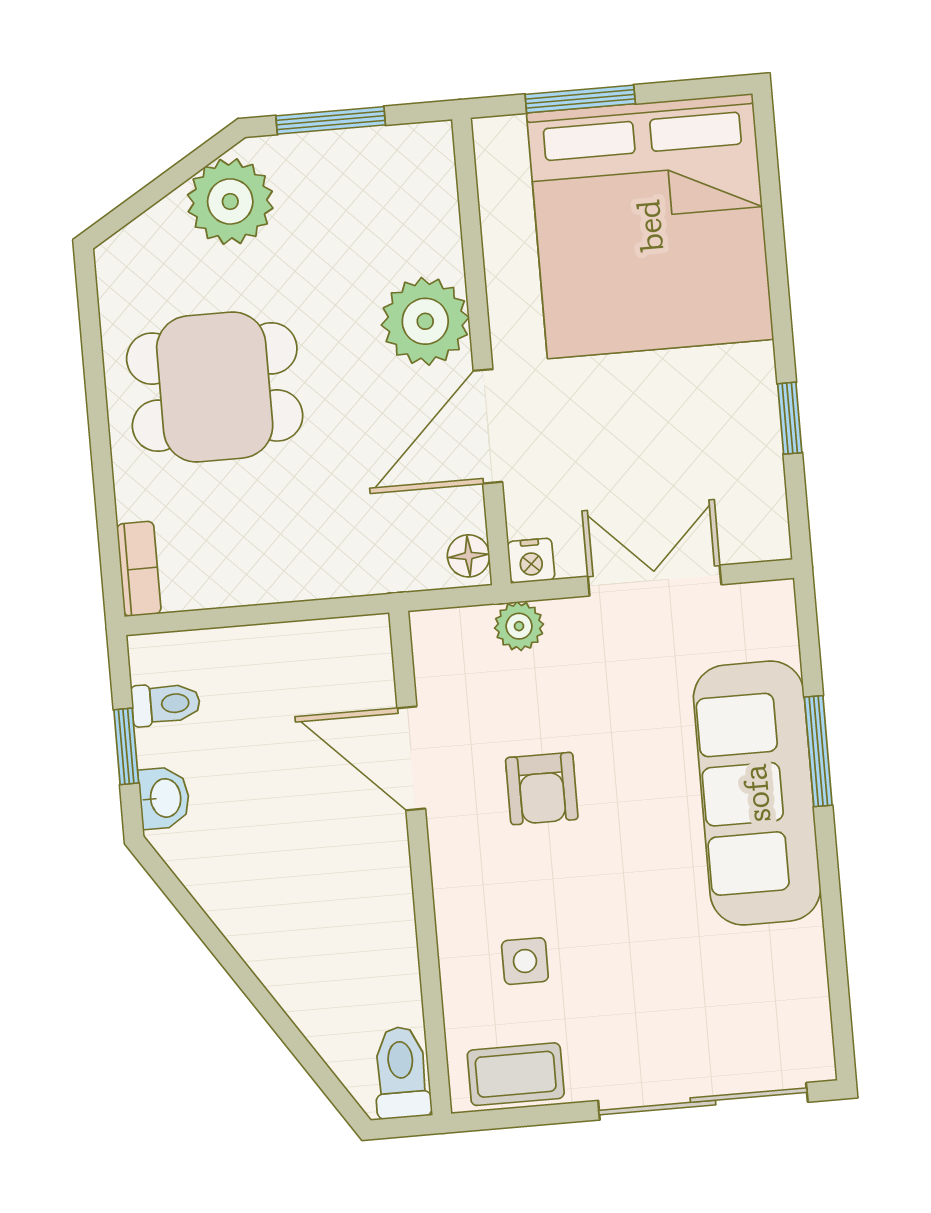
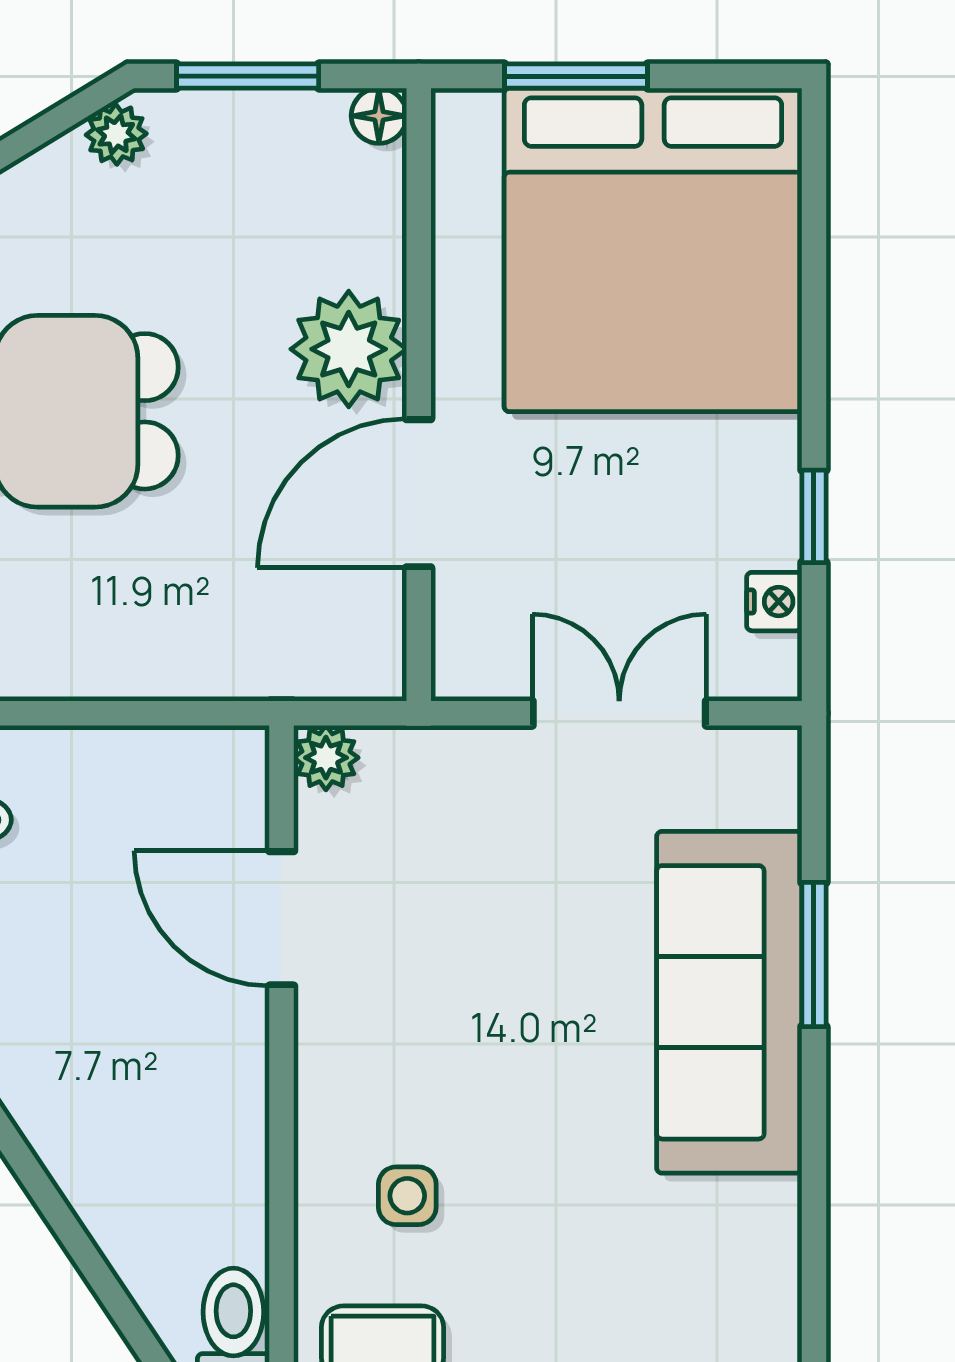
plant: (230, 201) -> (116, 134), width x0.53, depth x0.53
floor lamp: (468, 556) -> (379, 116), moved
nightstand: (531, 561) -> (774, 602), moved, turned -90
plant: (519, 626) -> (326, 758), moved
armchair: (542, 789) -> (449, 972), removed

